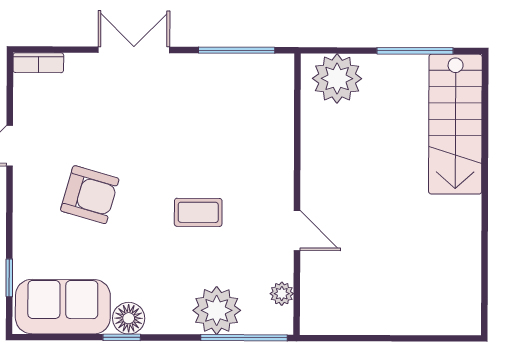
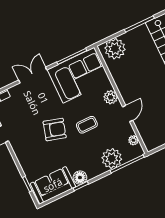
corner sofa: (232, 98) -> (79, 75), added
plant: (278, 178) -> (111, 97), added
armchair: (90, 195) -> (55, 130), moved
door: (297, 231) -> (128, 114), hinge flipped

